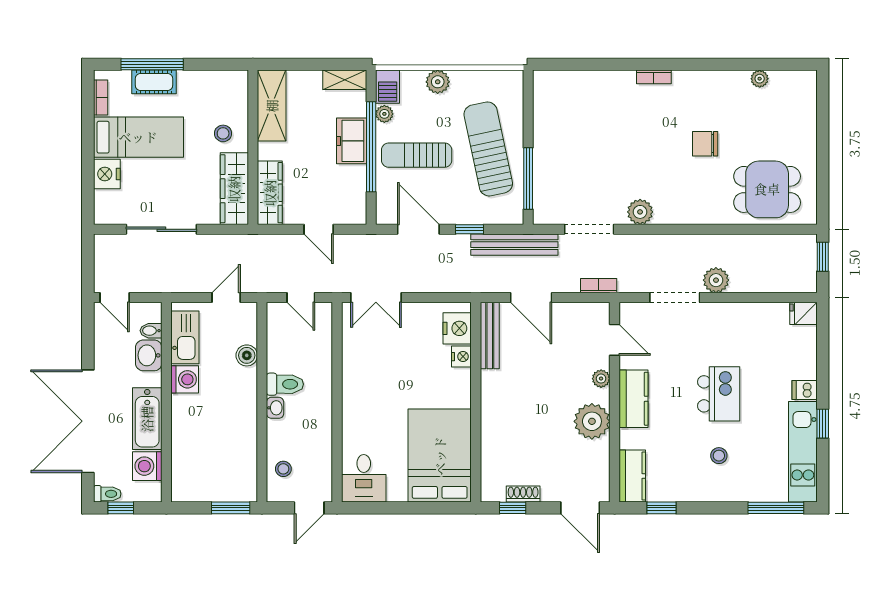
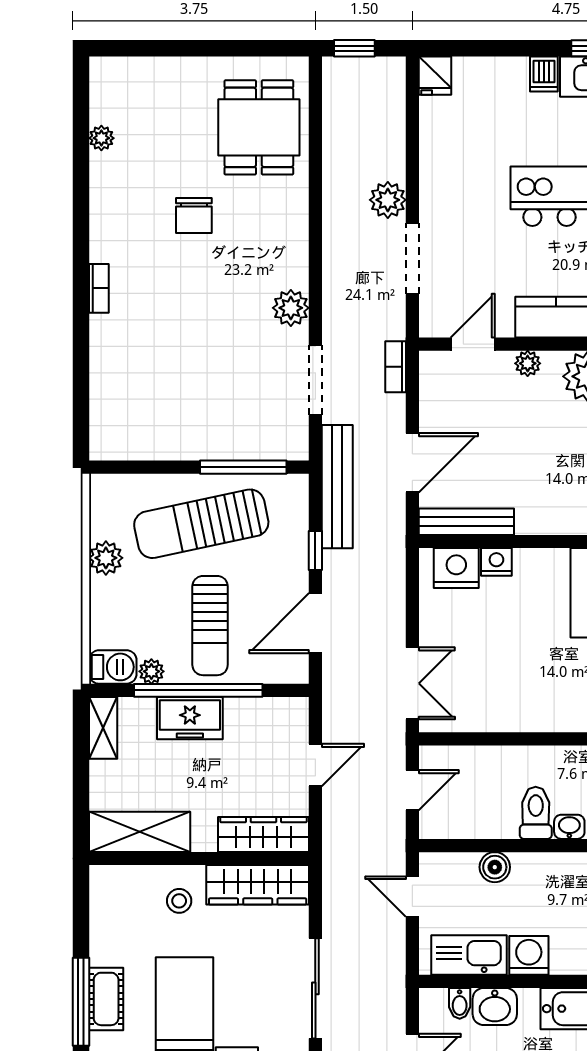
plant: (438, 82) -> (106, 558), moved

